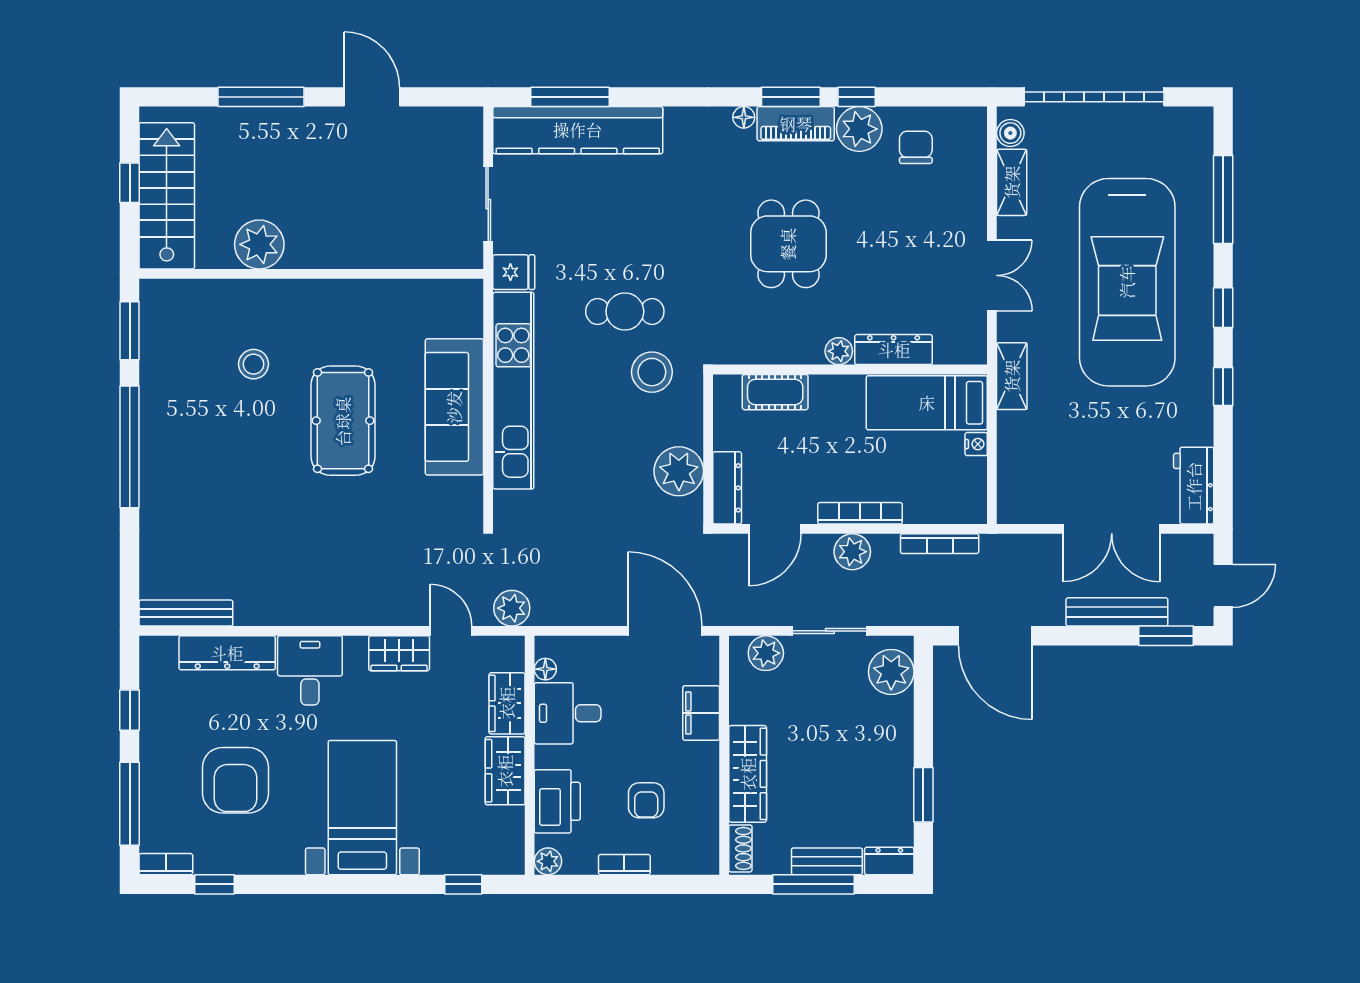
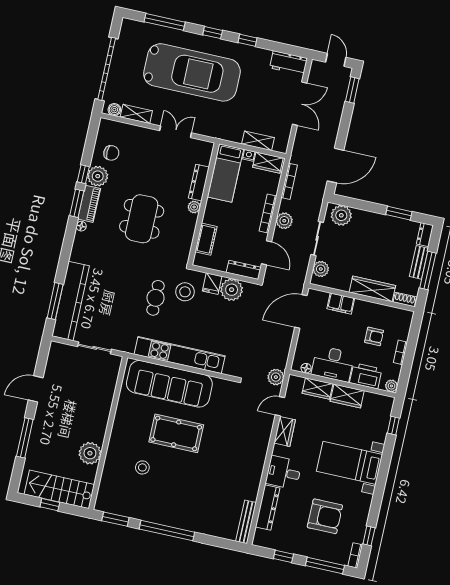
chair: (916, 147) -> (111, 153), turned 180
dining table: (788, 244) -> (142, 219), width x1.38
fridge: (514, 272) -> (212, 284), moved, turned 180
shelving: (1012, 376) -> (258, 141), moved
sofa: (454, 407) -> (169, 384), width x1.36, depth x1.27
wardrobe: (969, 489) -> (268, 163), added
bench: (1117, 612) -> (337, 109), removed
desk: (568, 713) -> (333, 364), width x1.37

